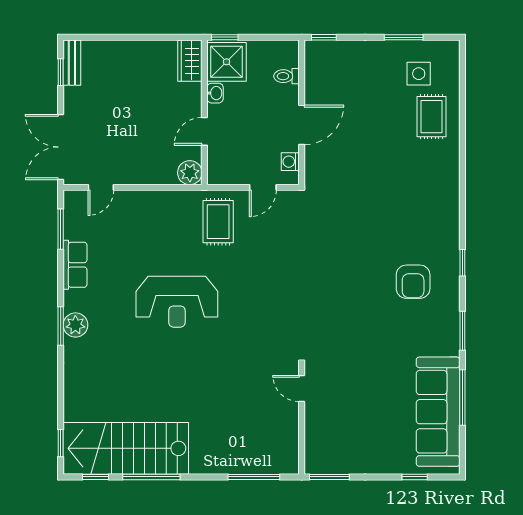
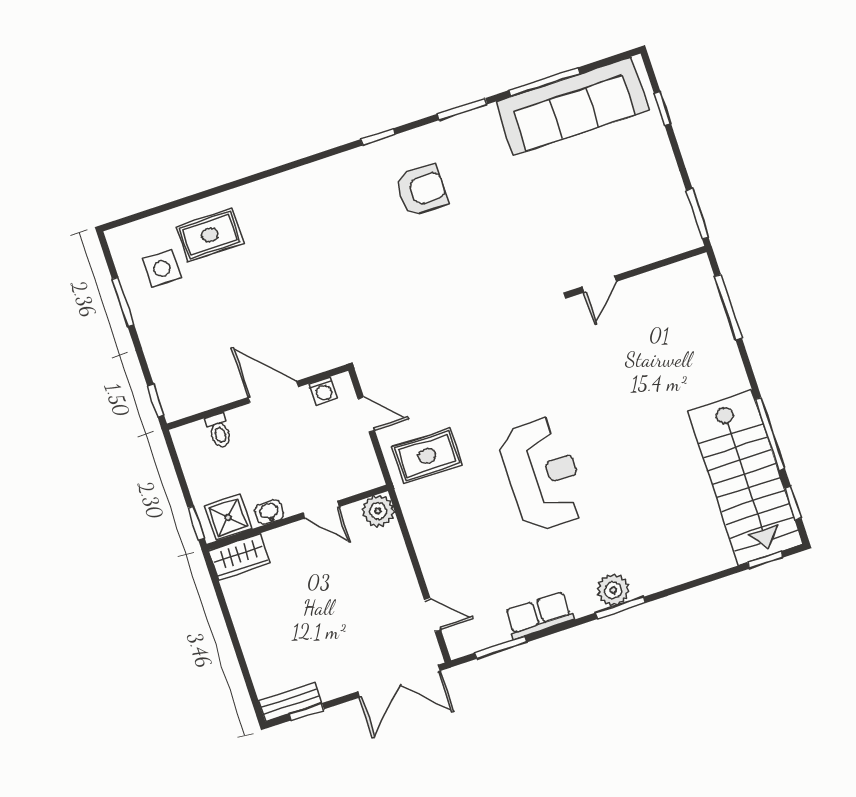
shower: (227, 62) -> (228, 517), width x0.73, depth x0.73

